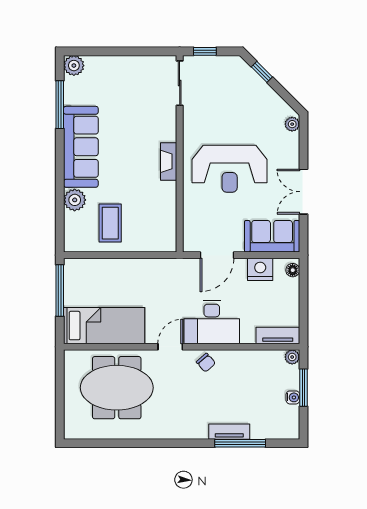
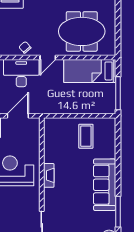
plant: (75, 200) -> (108, 151), removed

